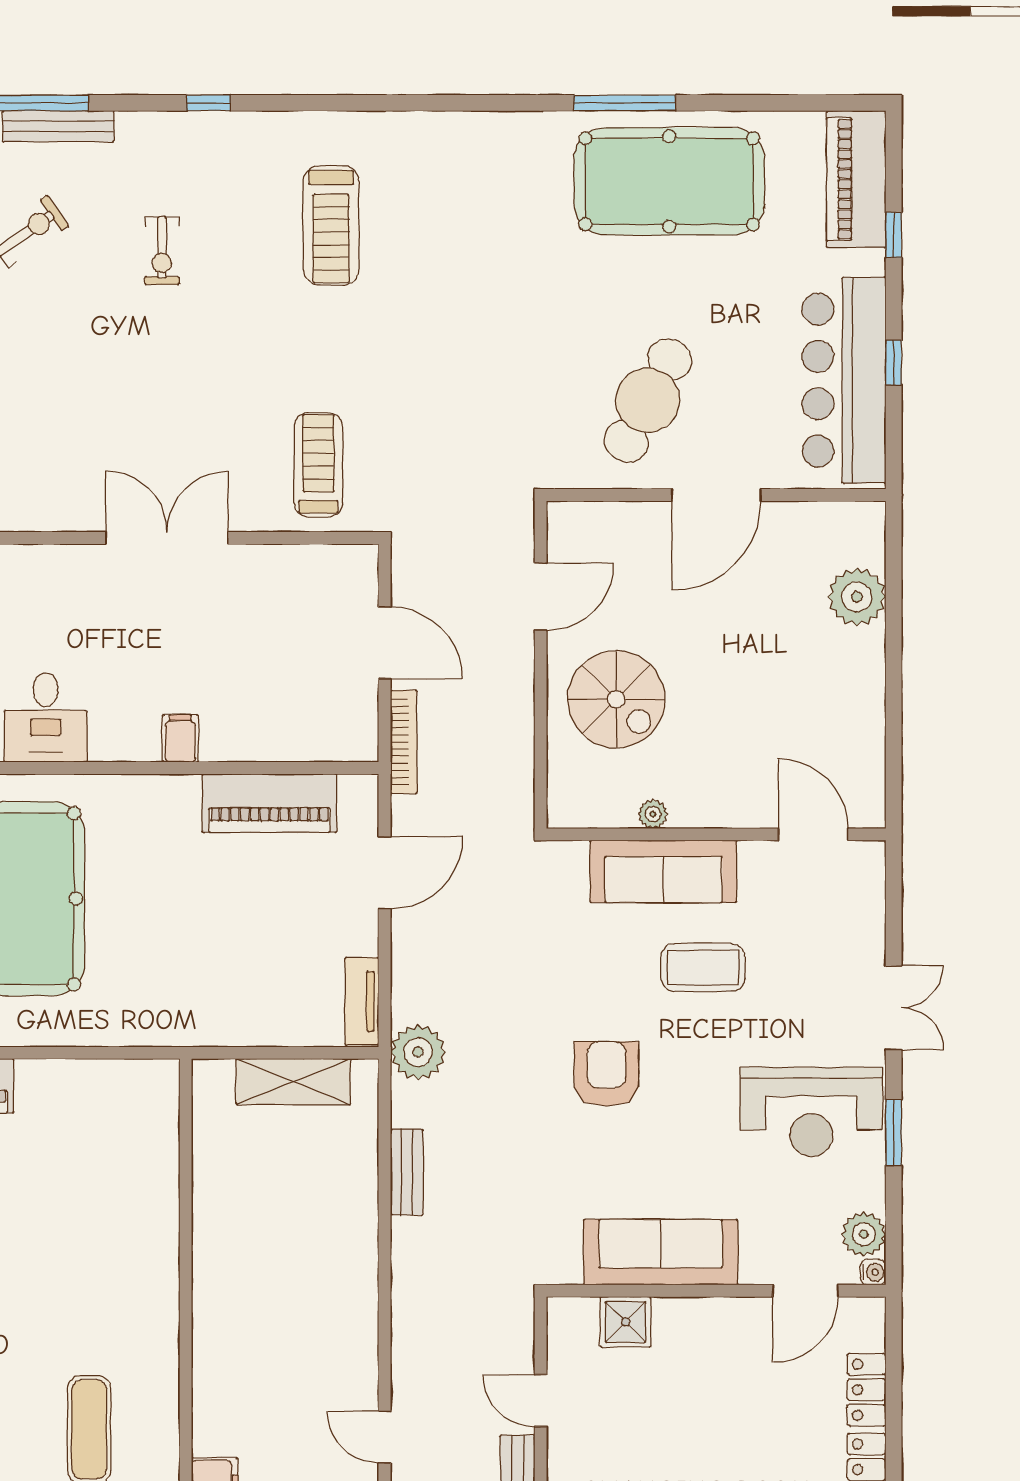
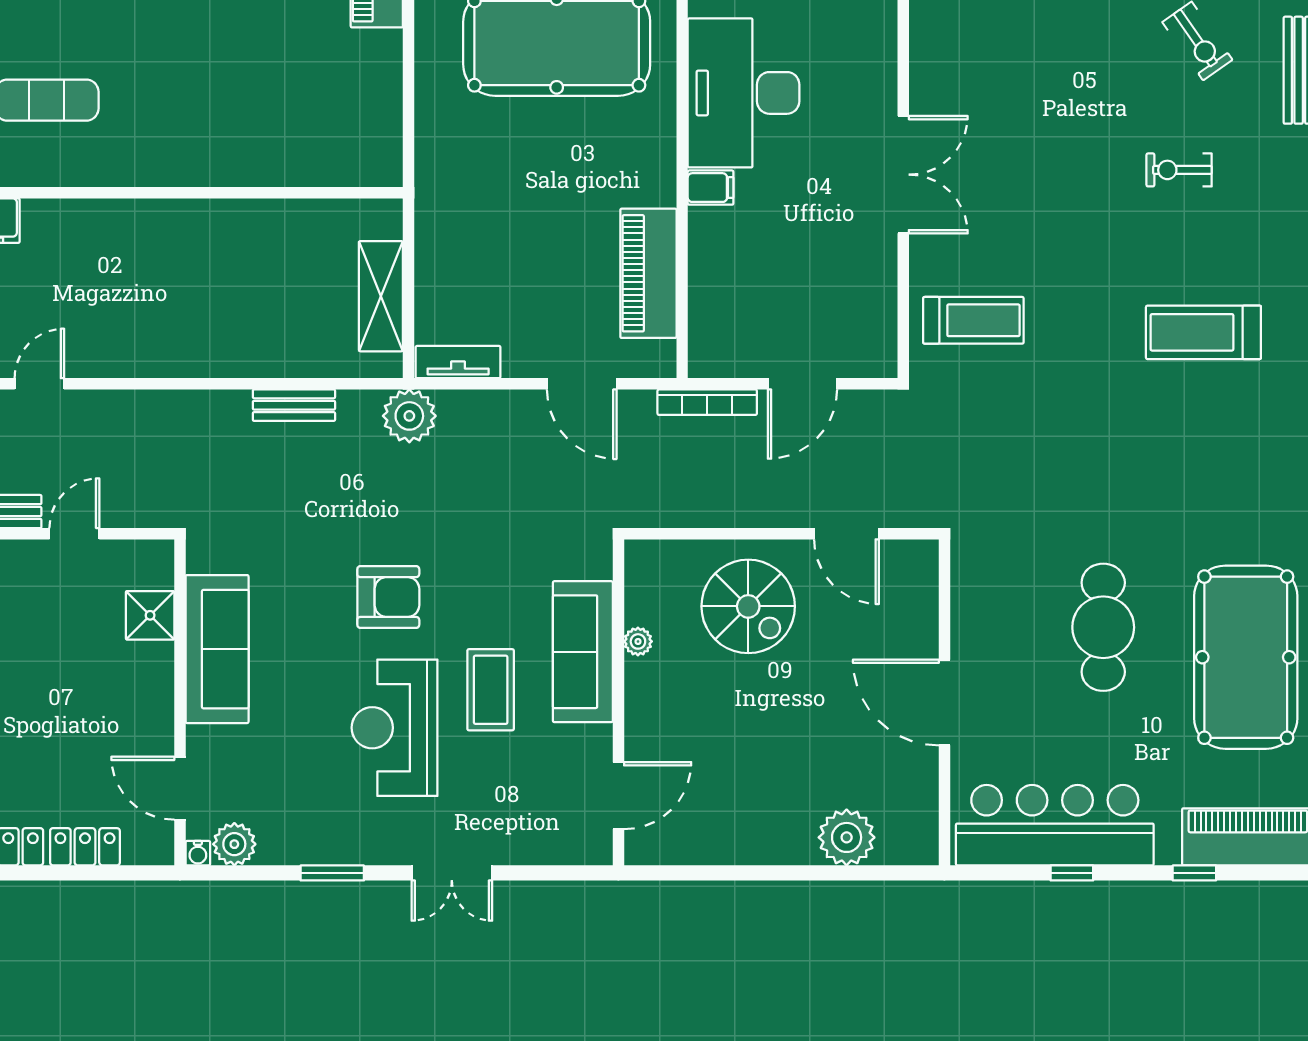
cafe table: (648, 400) -> (1103, 627), moved, turned 62
spiral stairs: (616, 699) -> (748, 606), turned -90
desk: (46, 718) -> (744, 93), width x1.87, depth x1.30
reception desk: (811, 1112) -> (394, 728), moved

